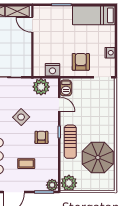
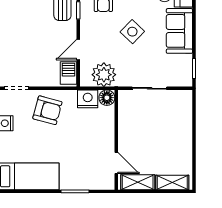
armchair: (81, 62) -> (47, 110), turned -75
floor lamp: (39, 71) -> (107, 98), added
door: (59, 104) -> (78, 50), hinge flipped

